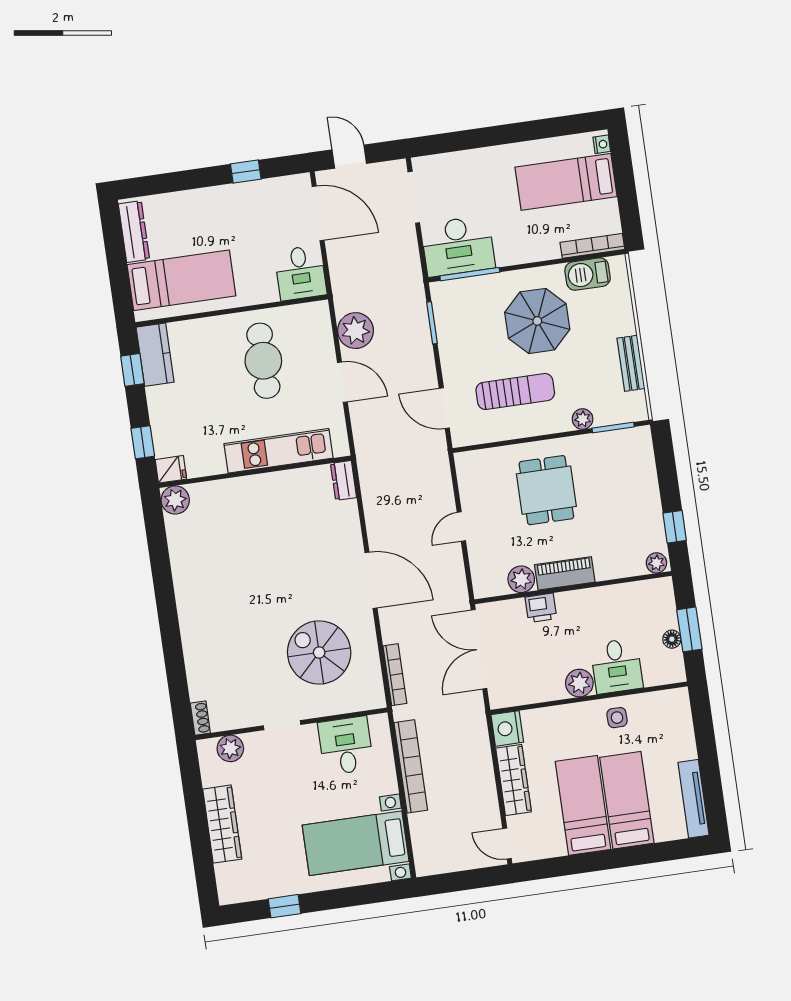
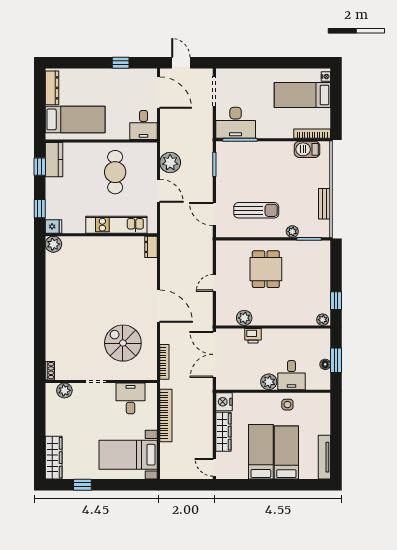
parasol: (537, 321) -> (275, 172), removed
piano: (565, 573) -> (270, 318), removed
wardrobe: (222, 824) -> (54, 458), moved

